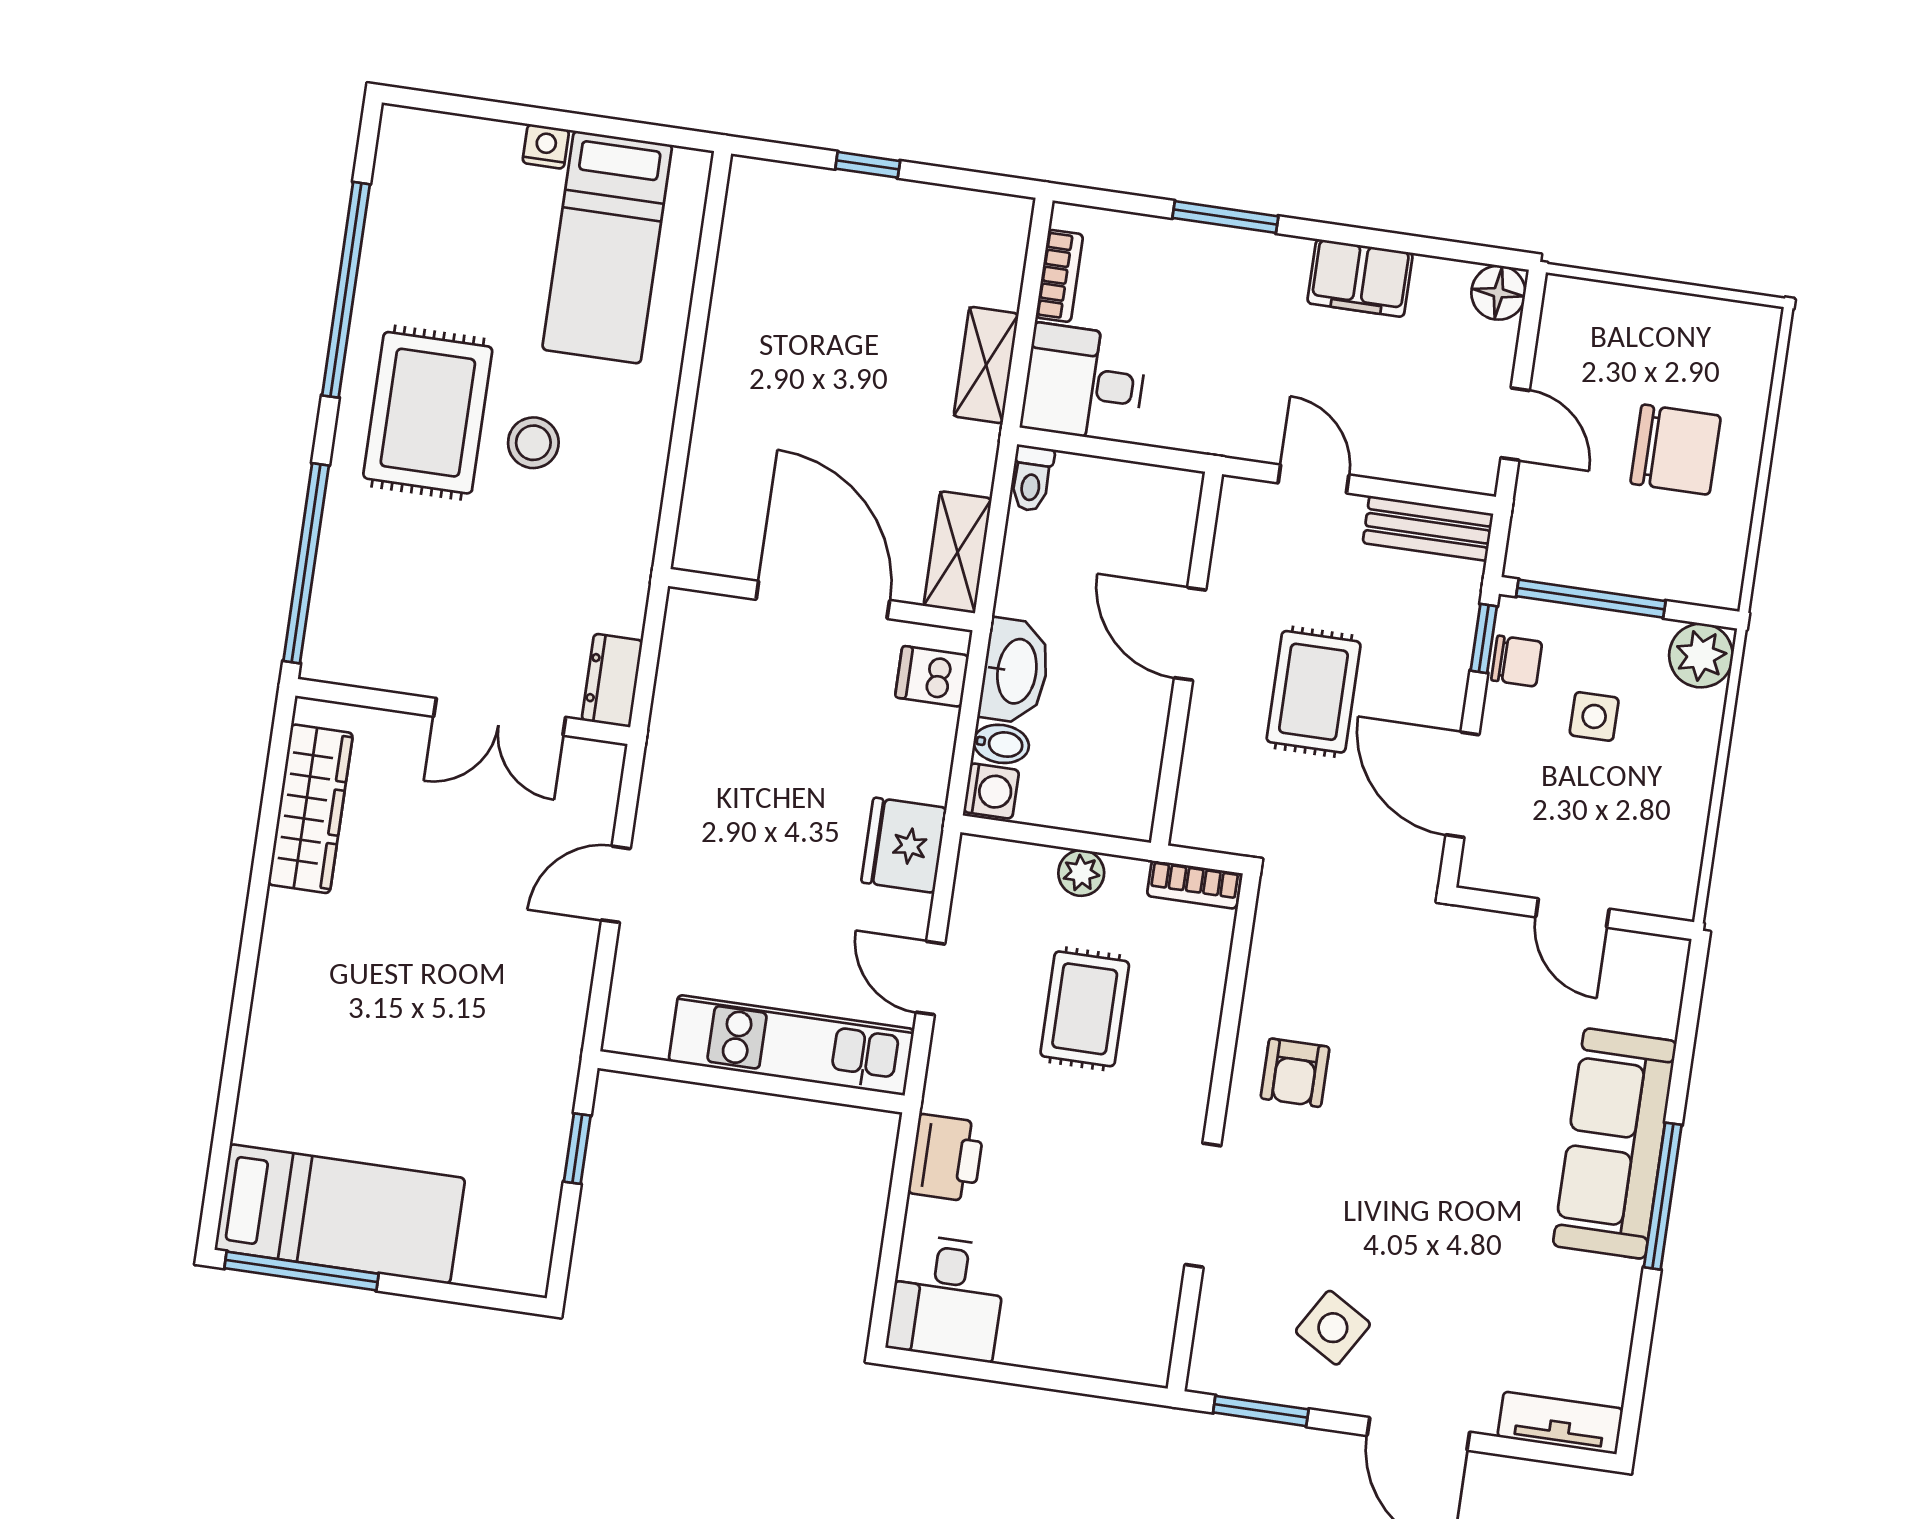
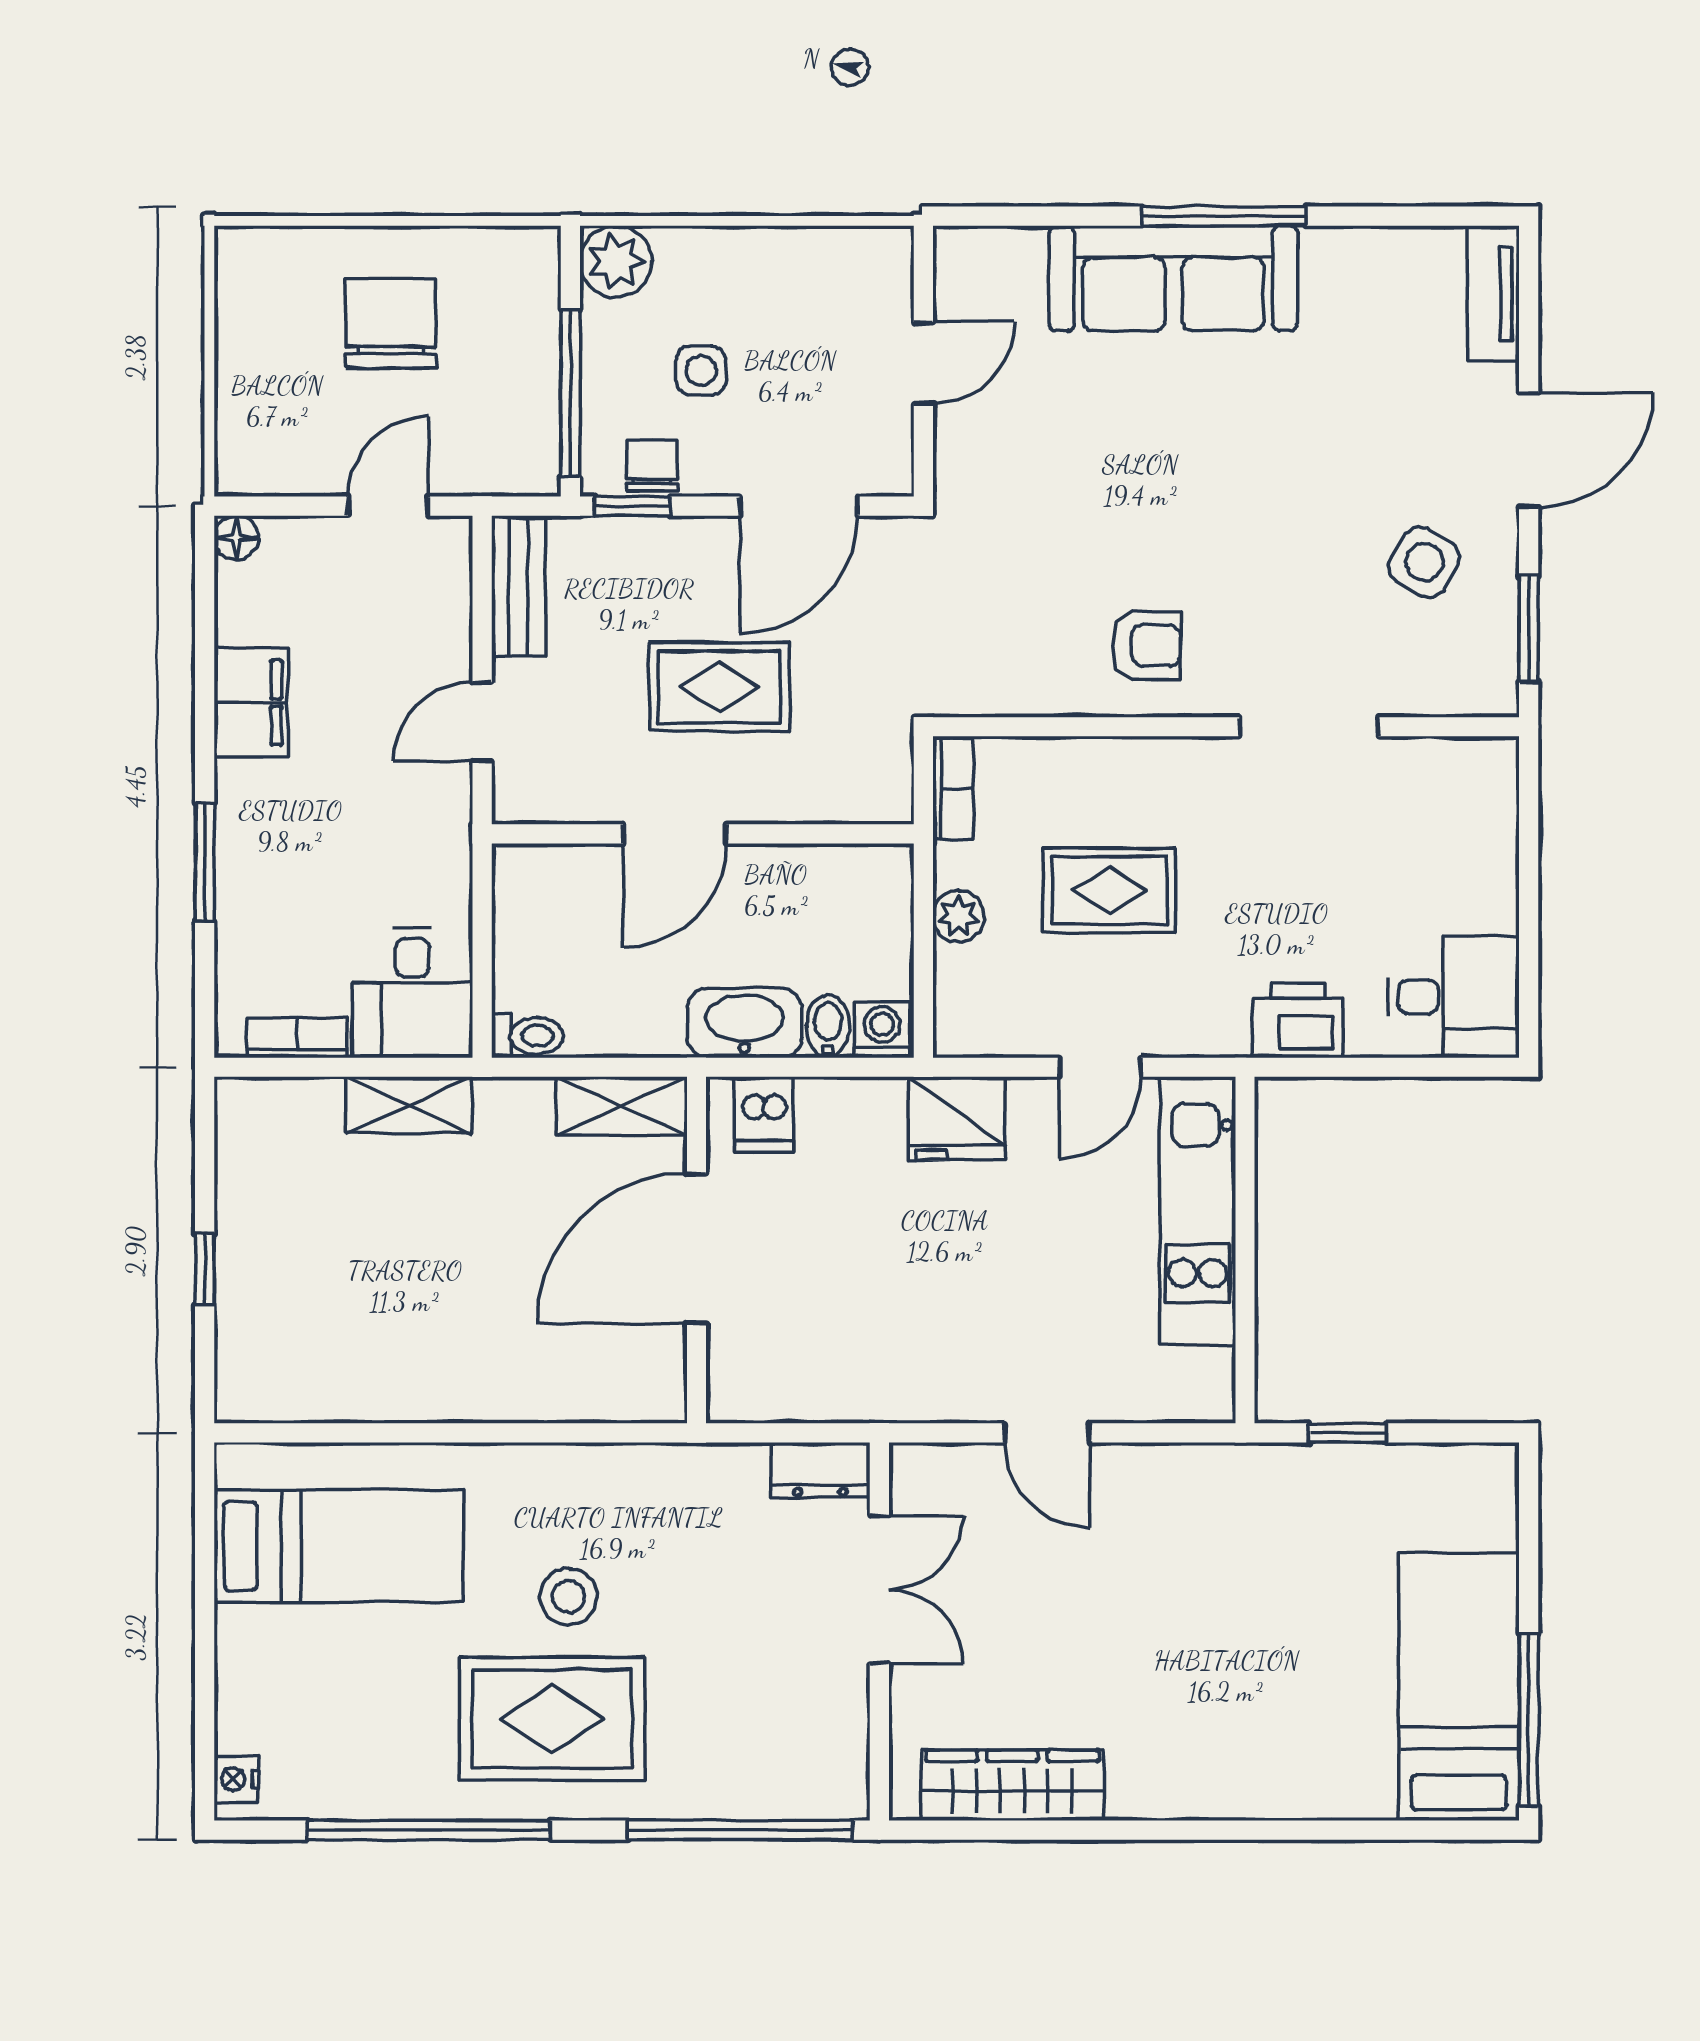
nightstand: (546, 146) -> (236, 1779), moved
floor lamp: (1498, 293) -> (236, 538), width x0.73, depth x0.73

